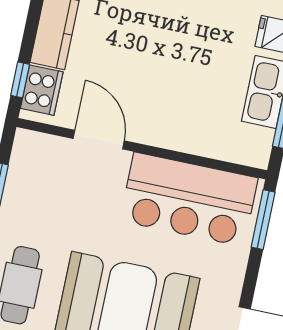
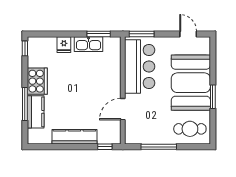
cooker: (42, 90) -> (107, 137), removed

